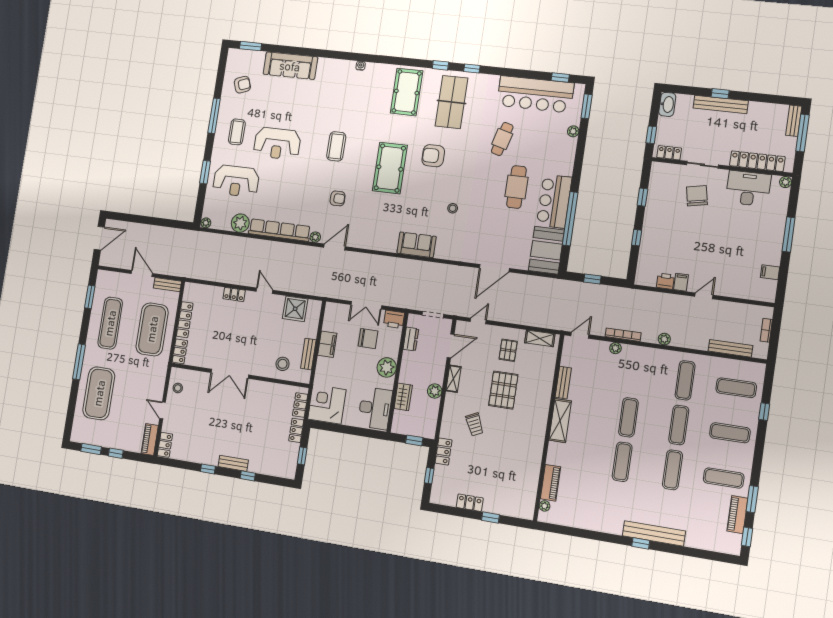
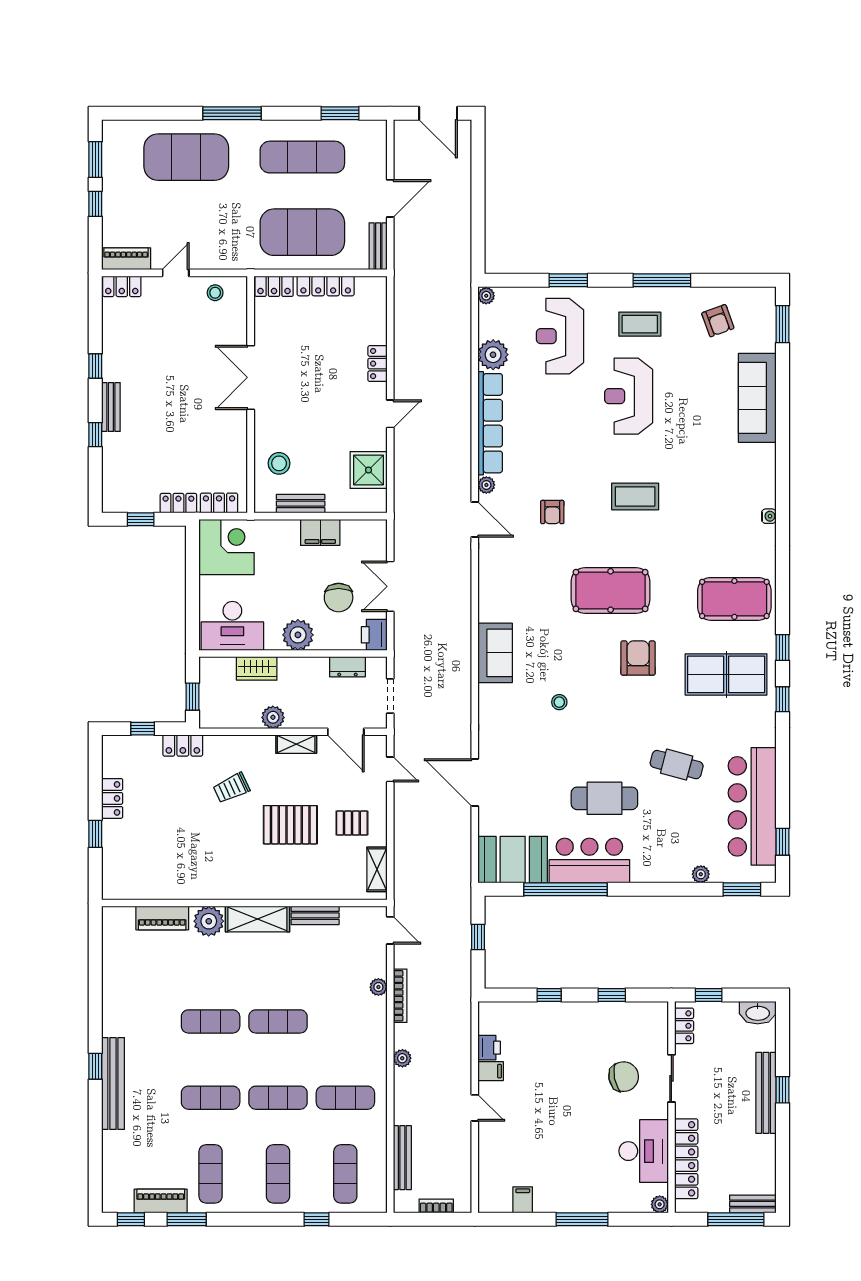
plant: (545, 506) -> (209, 921), moved, width x1.87, depth x1.87

